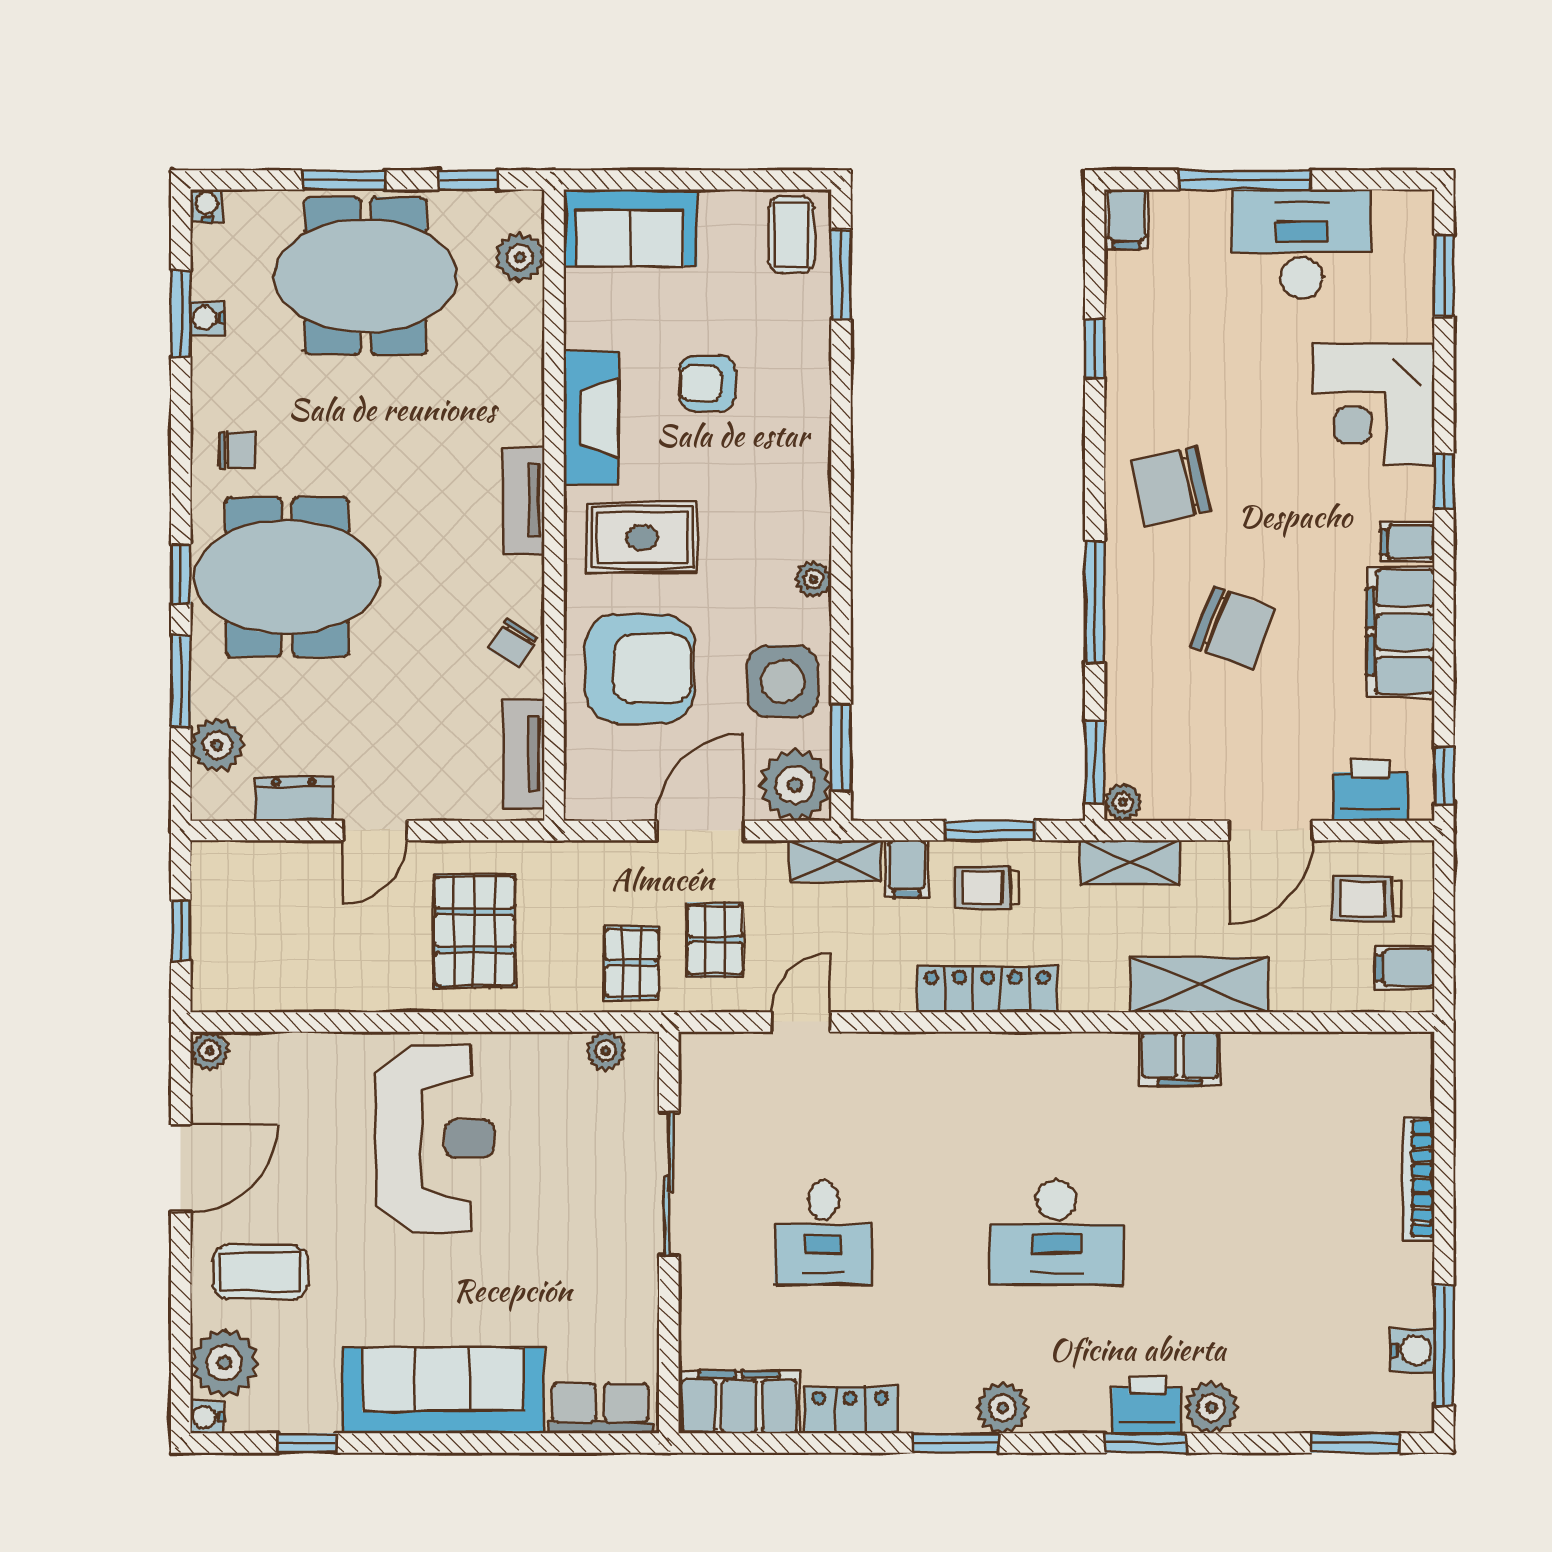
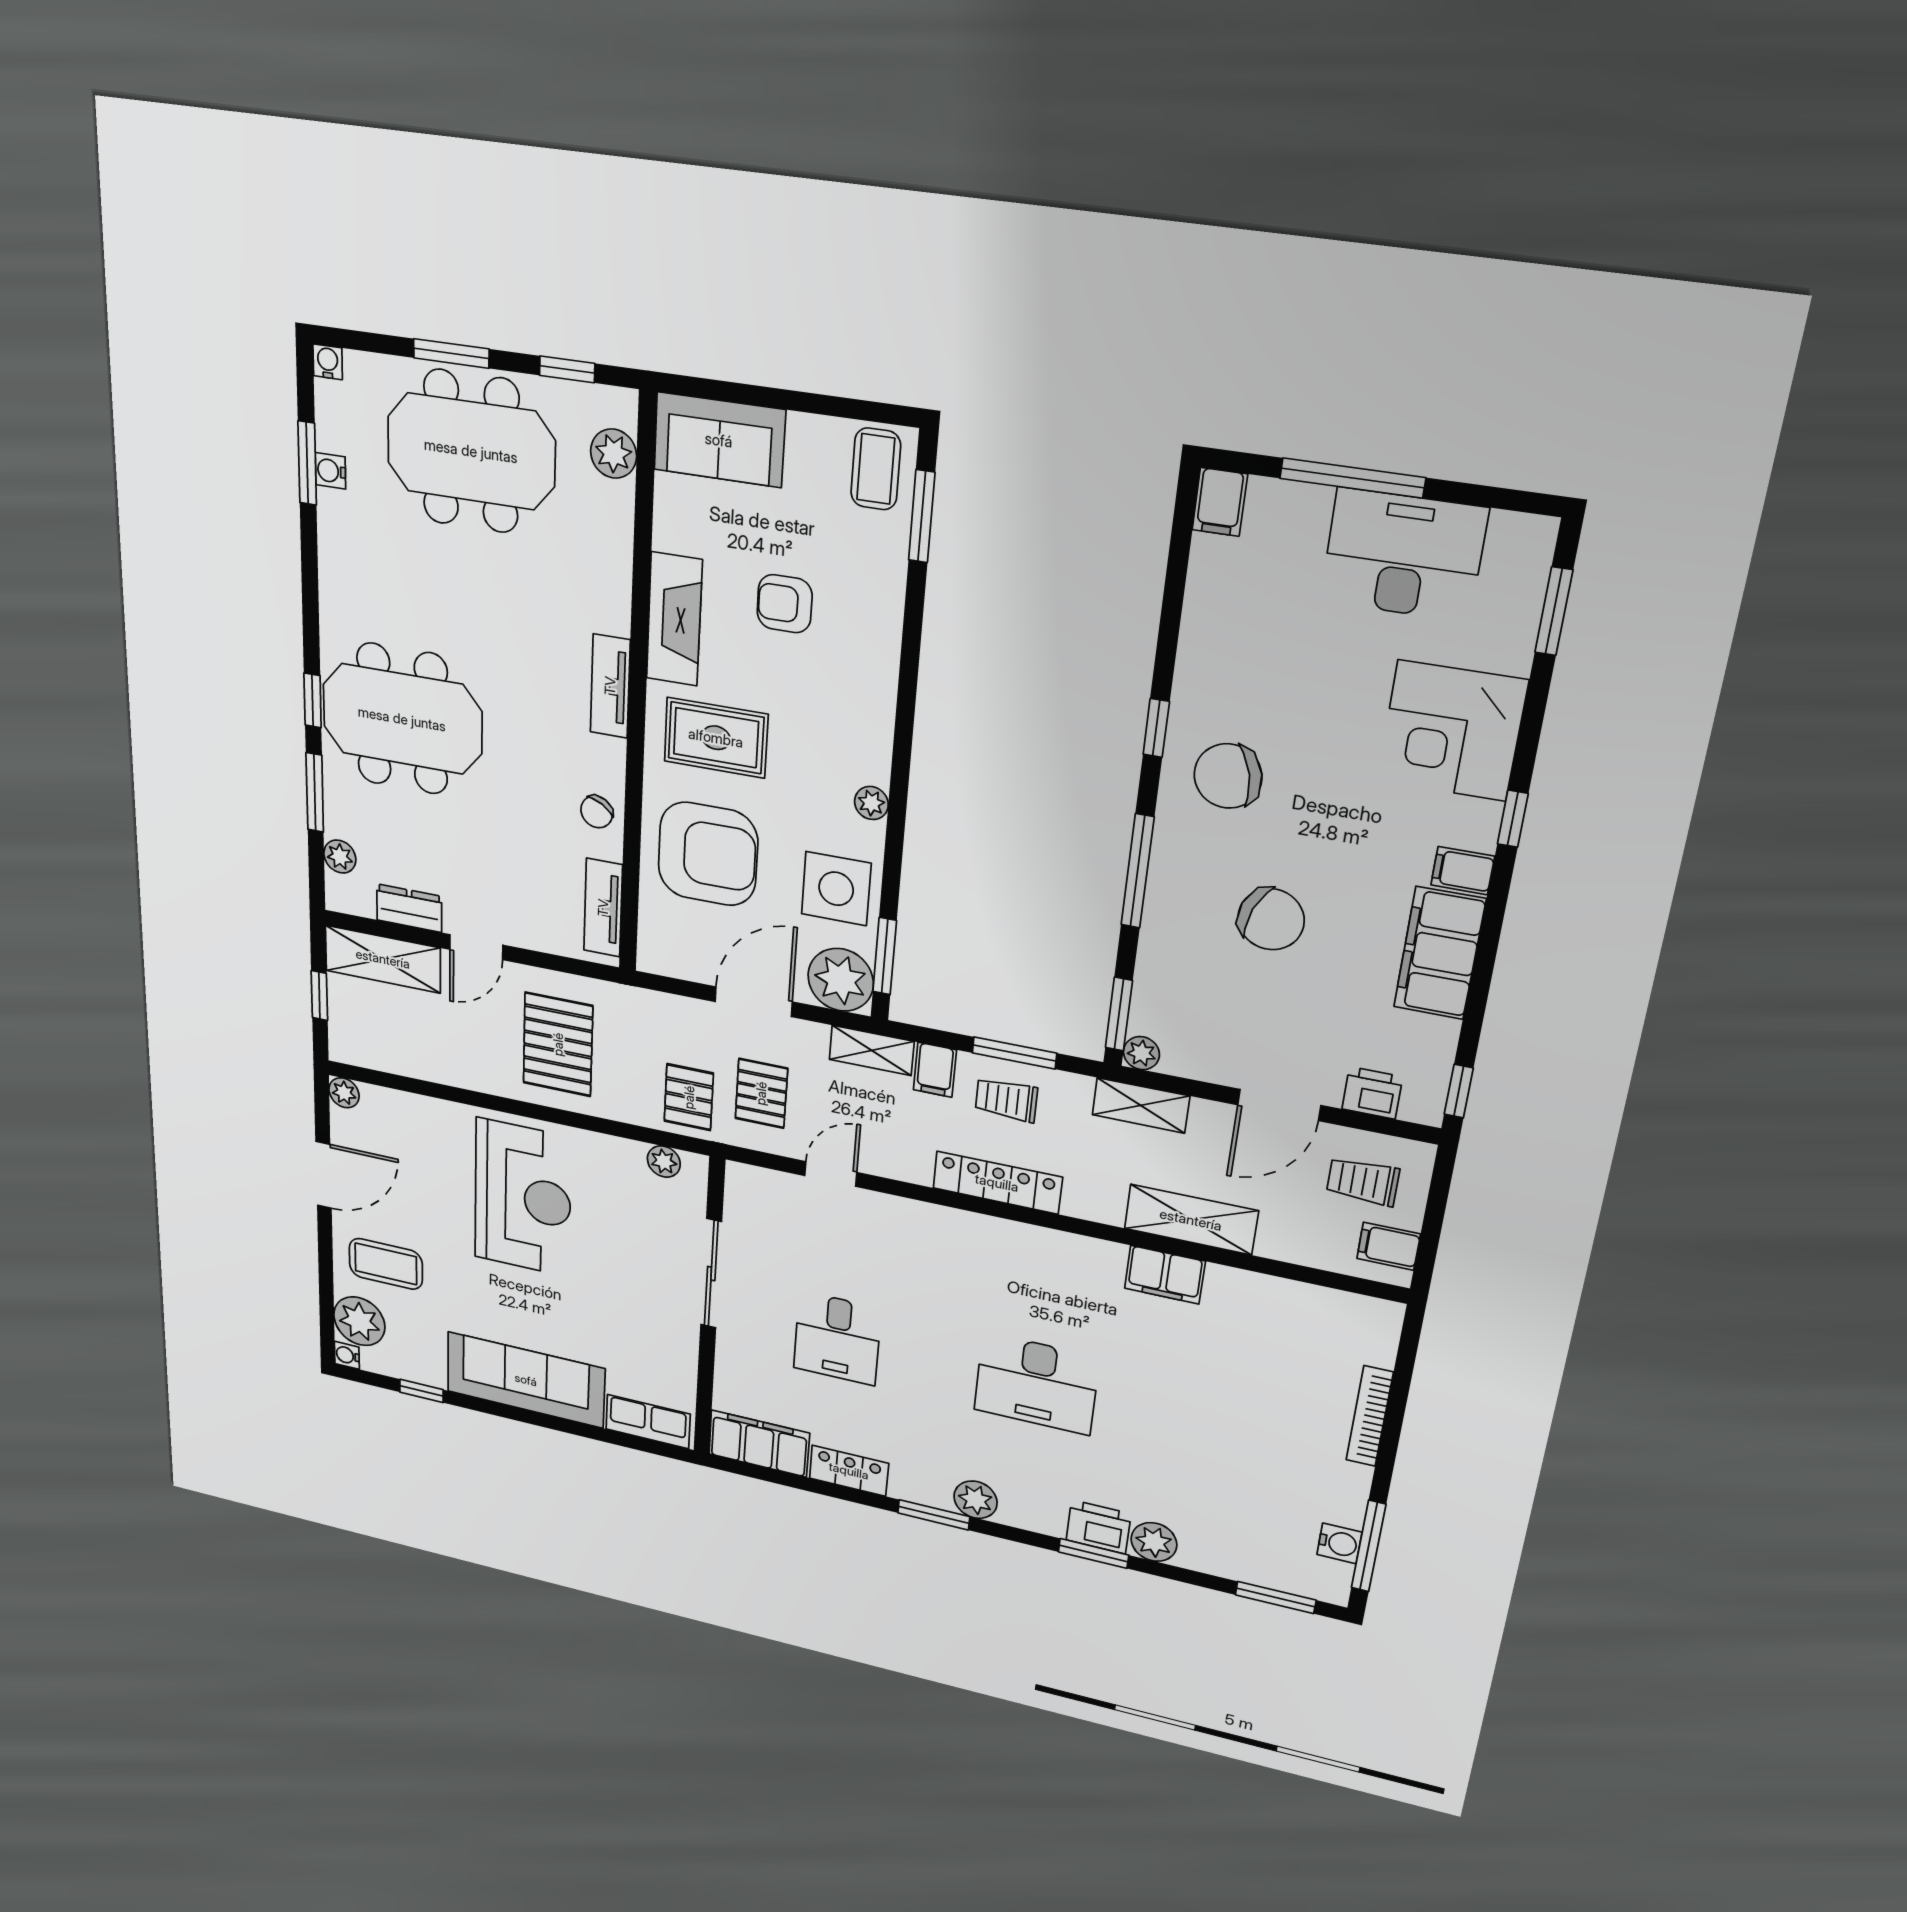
window: (1095, 349) -> (1156, 728), moved
chair: (237, 450) -> (358, 598), removed
plant: (217, 745) -> (340, 857), width x0.73, depth x0.73
printer: (1370, 791) -> (1372, 1093), width x0.73, depth x0.81
shelving: (261, 868) -> (383, 959), added

